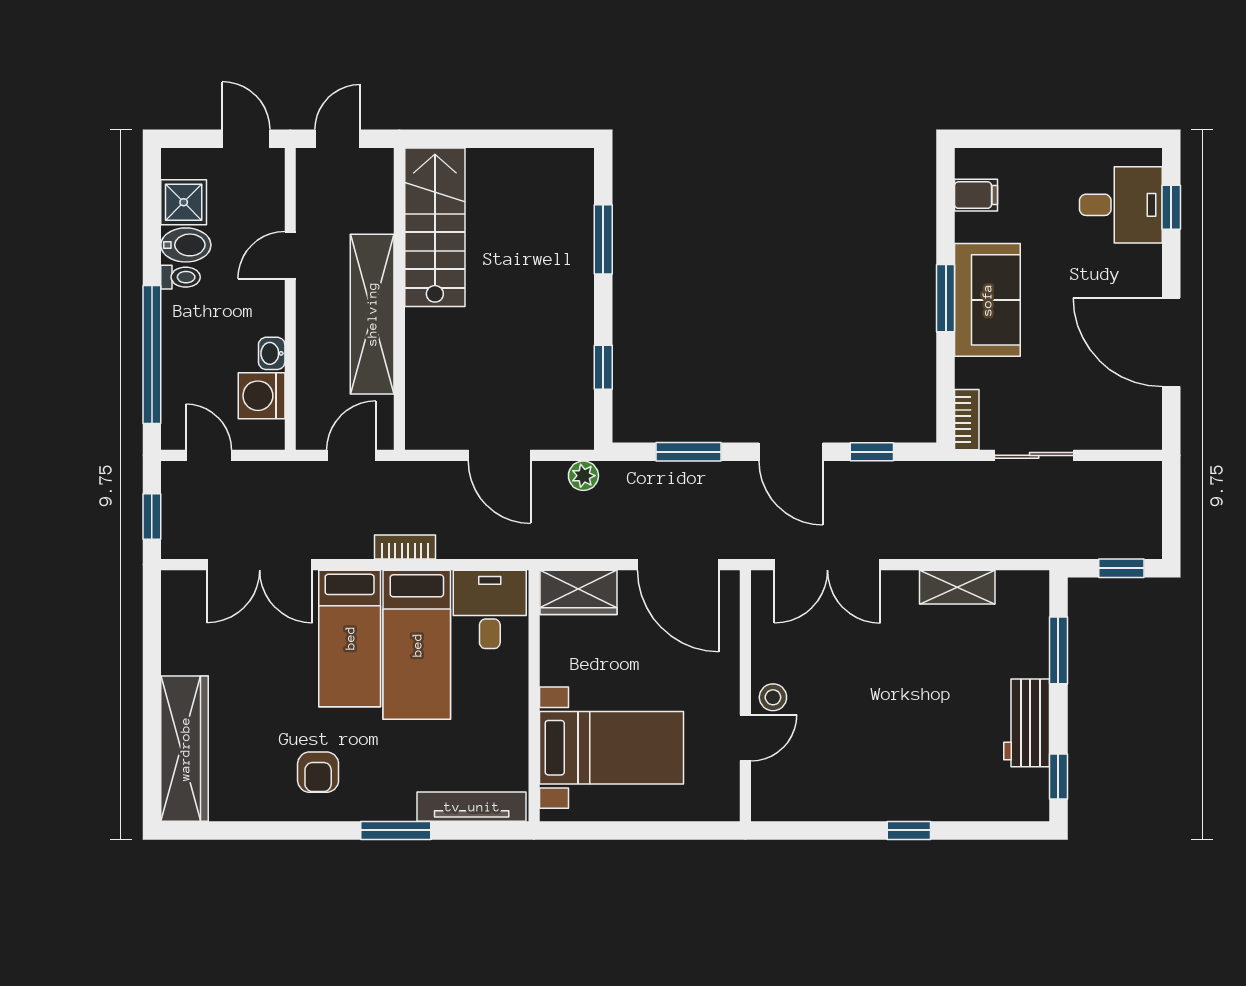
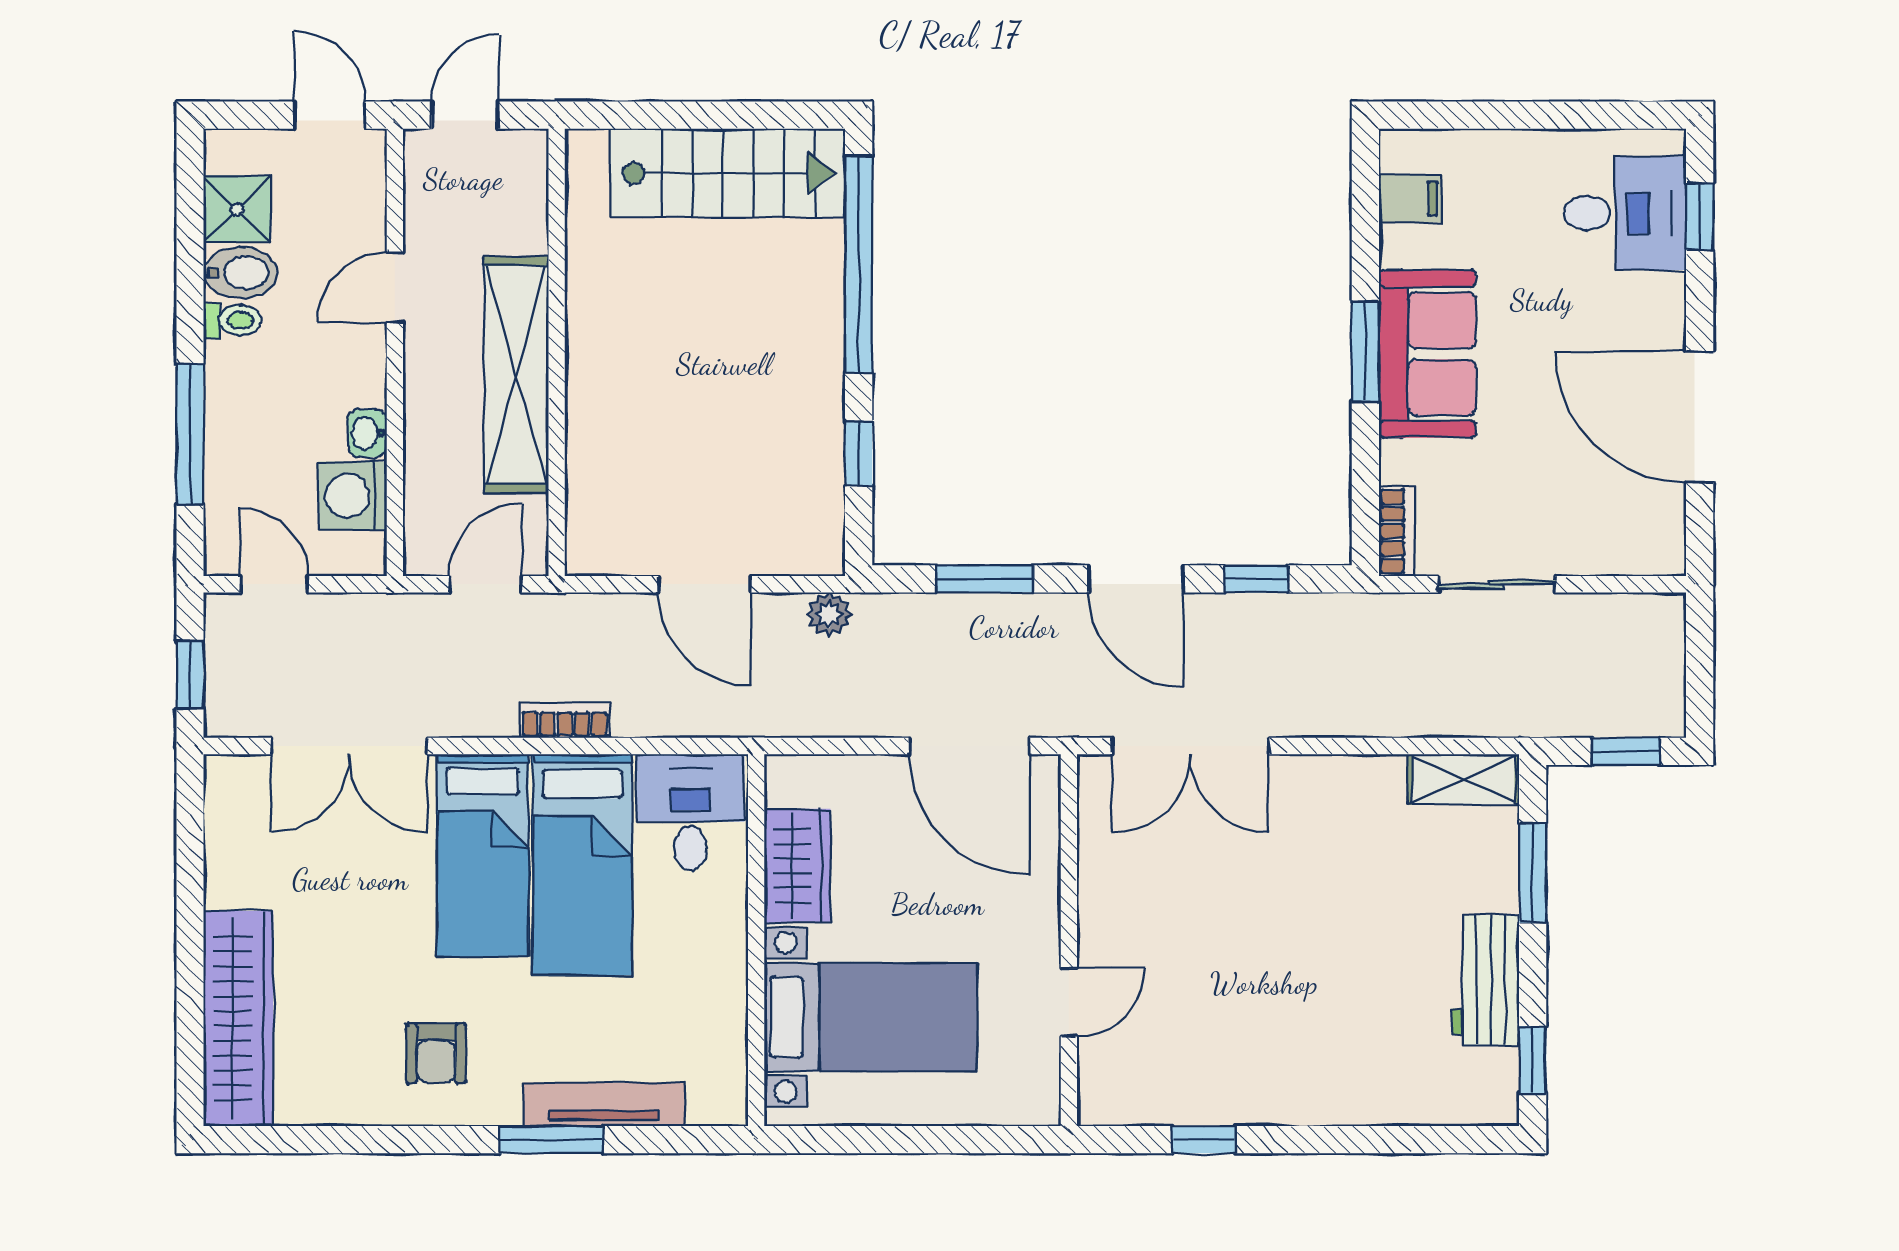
stairs: (435, 227) -> (728, 173), moved, turned 90
window: (603, 239) -> (859, 264), width x2.11
window: (152, 354) -> (190, 435), width x0.68
shelving: (957, 587) -> (1463, 779), moved
wardrobe: (579, 592) -> (797, 866), moved, turned -90
stool: (773, 697) -> (1110, 942), removed
tv unit: (472, 807) -> (604, 1104), moved
window: (909, 830) -> (1204, 1140), moved

